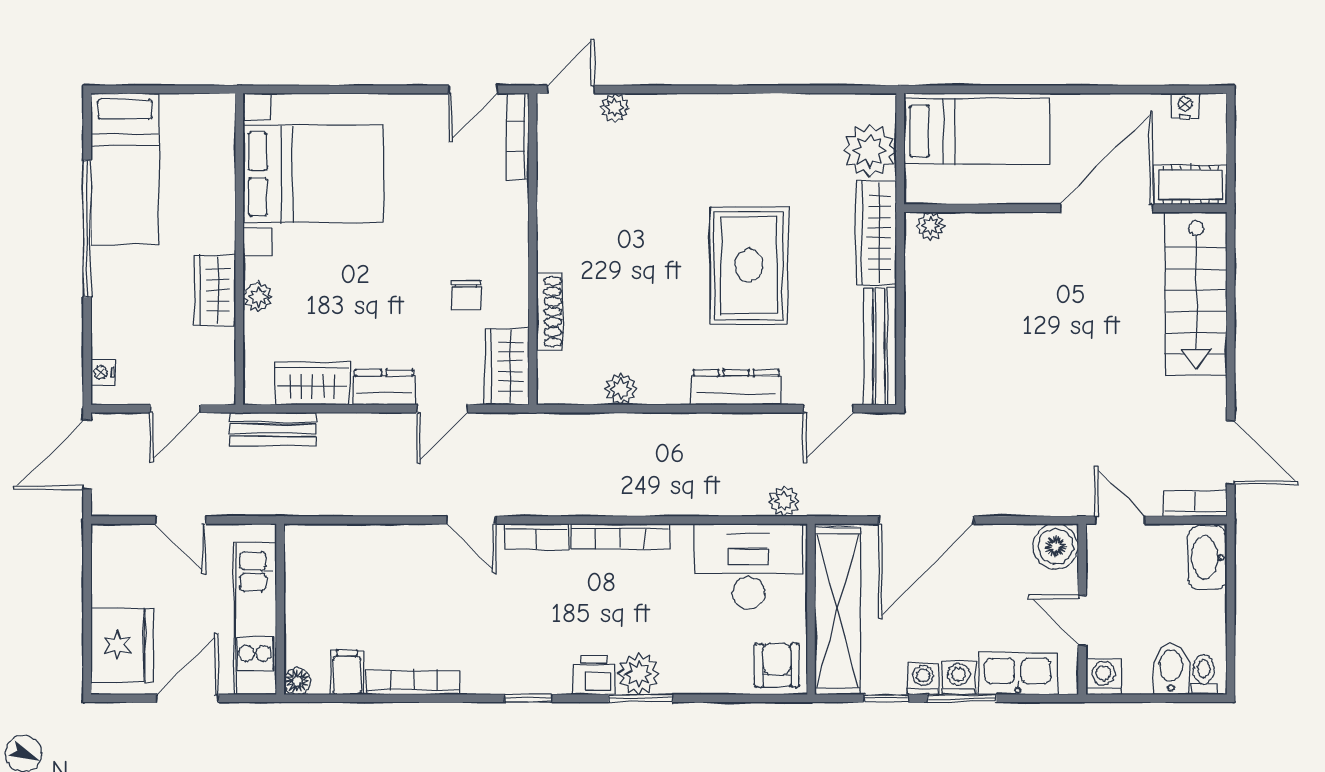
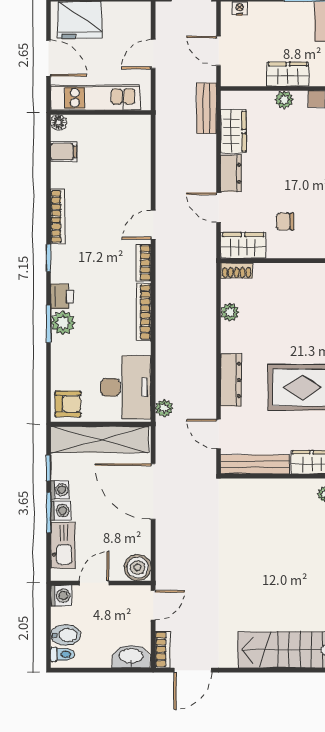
shoe rack: (549, 312) -> (237, 271), moved, width x0.70
bookcase: (413, 683) -> (58, 217), moved

